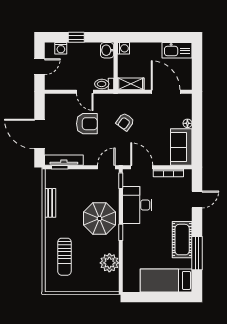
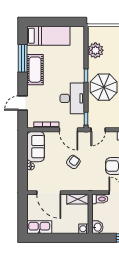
armchair: (125, 122) -> (73, 162), moved

